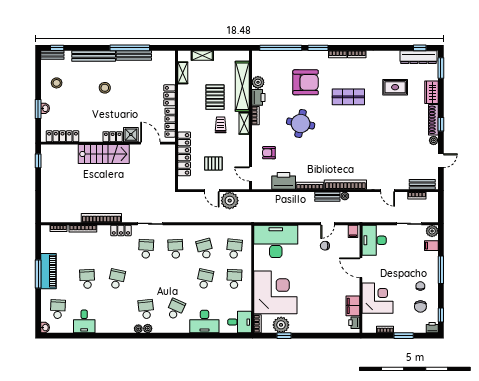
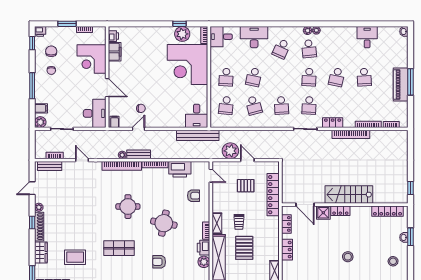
armchair: (306, 82) -> (159, 262), width x0.53, depth x0.53
locker: (170, 123) -> (286, 224), width x0.66
round table: (339, 141) -> (128, 207), added
bench: (264, 217) -> (198, 135), added
desk: (276, 241) -> (197, 116), width x0.53, depth x0.77
school desk: (58, 309) -> (309, 77), moved

